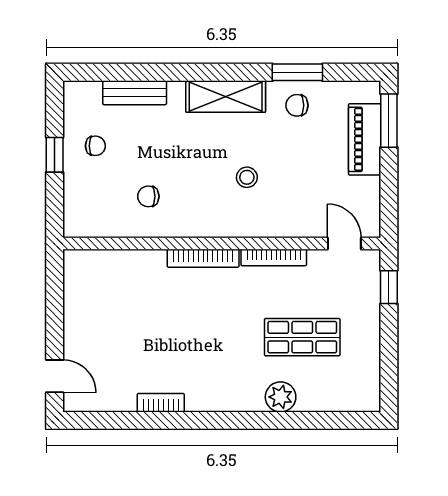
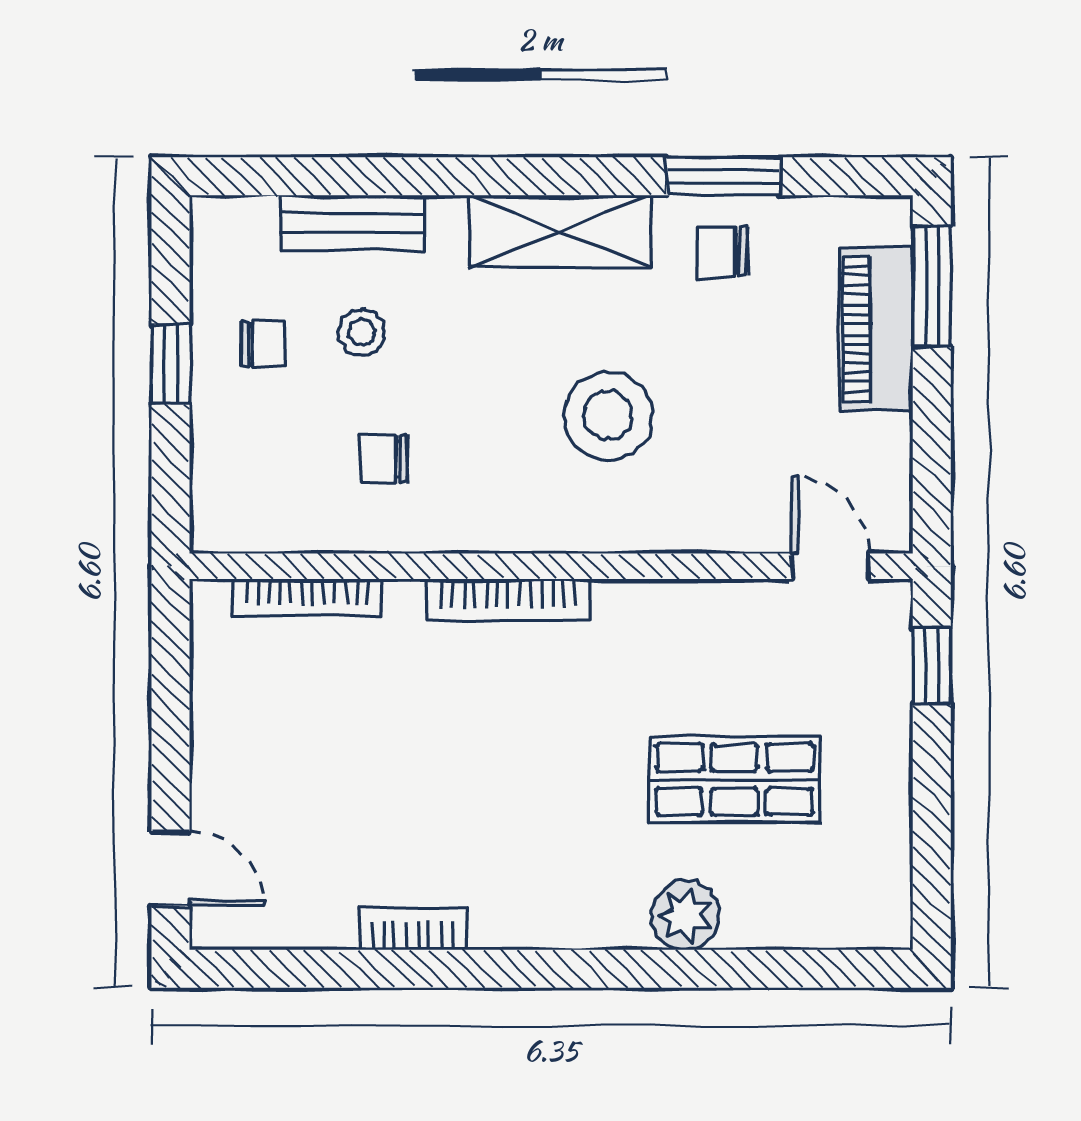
stool: (138, 141) -> (362, 332), added
stool: (247, 177) -> (608, 415), width x1.89, depth x1.89
bookcase: (274, 257) -> (308, 598), moved

